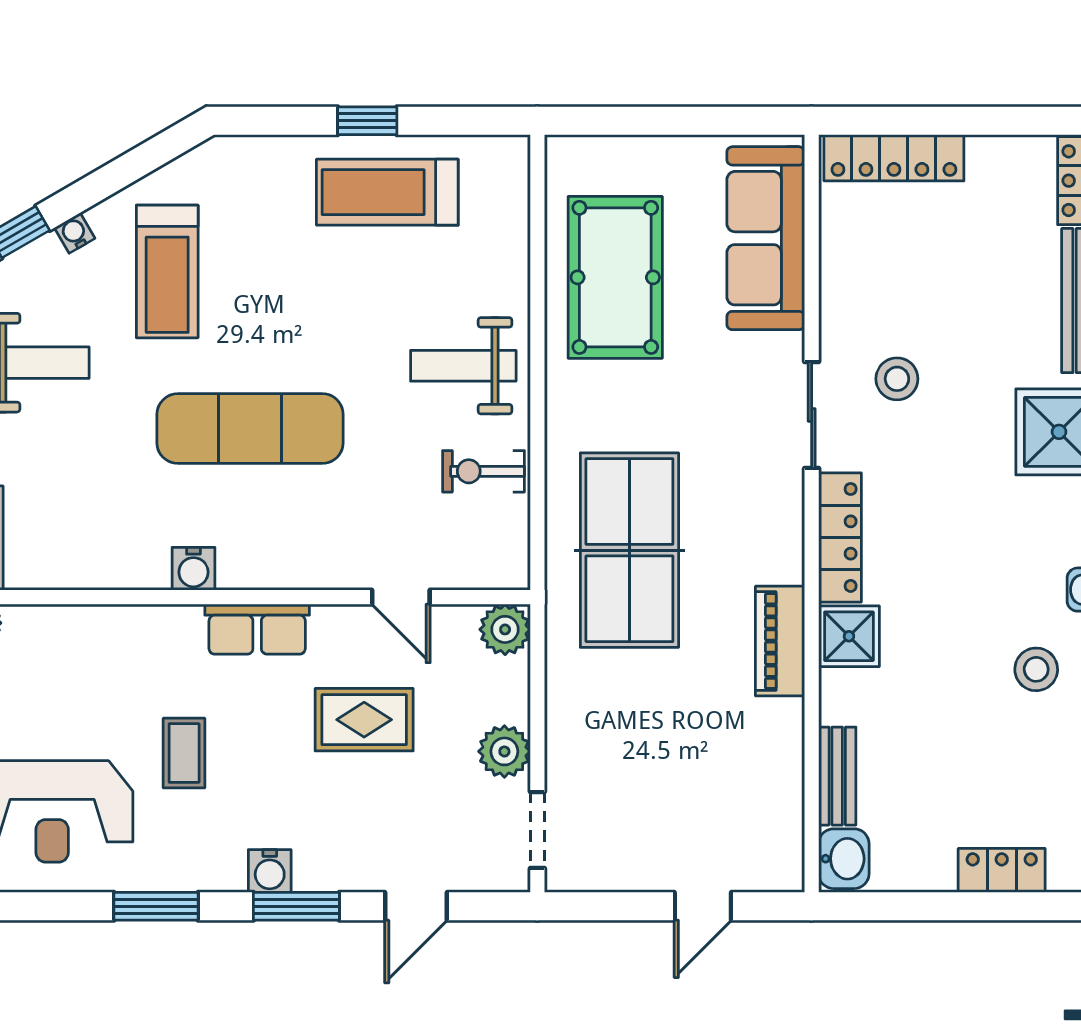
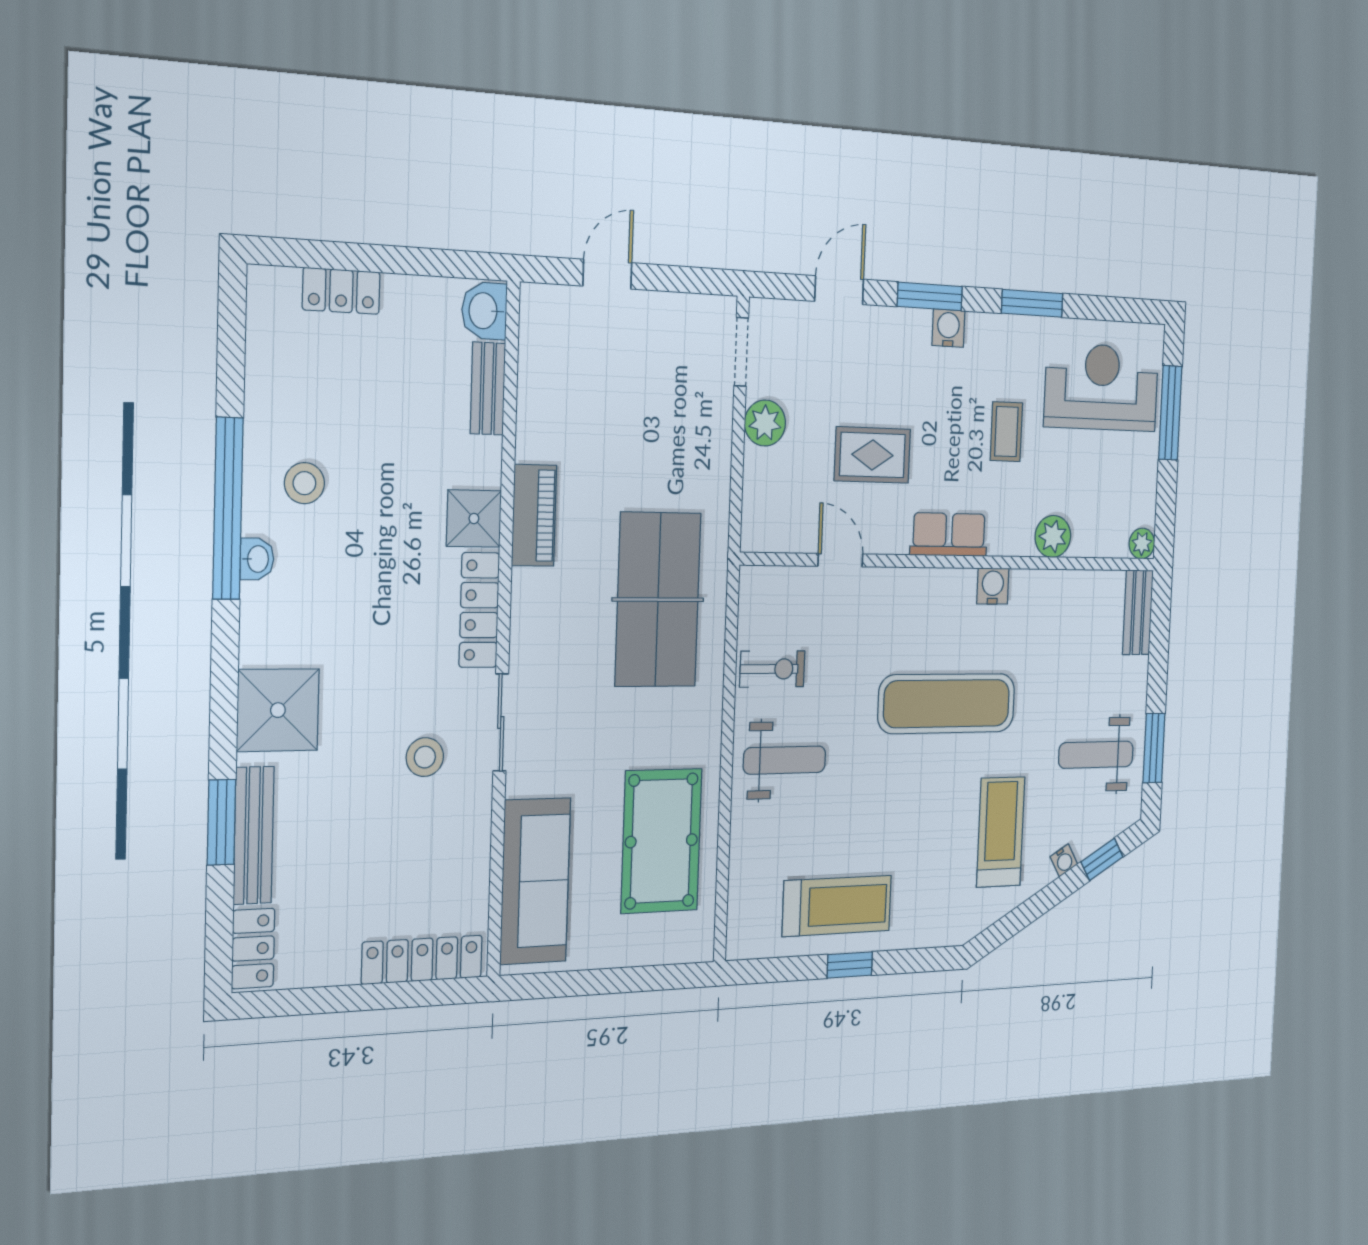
plant: (505, 629) -> (1053, 536), moved

